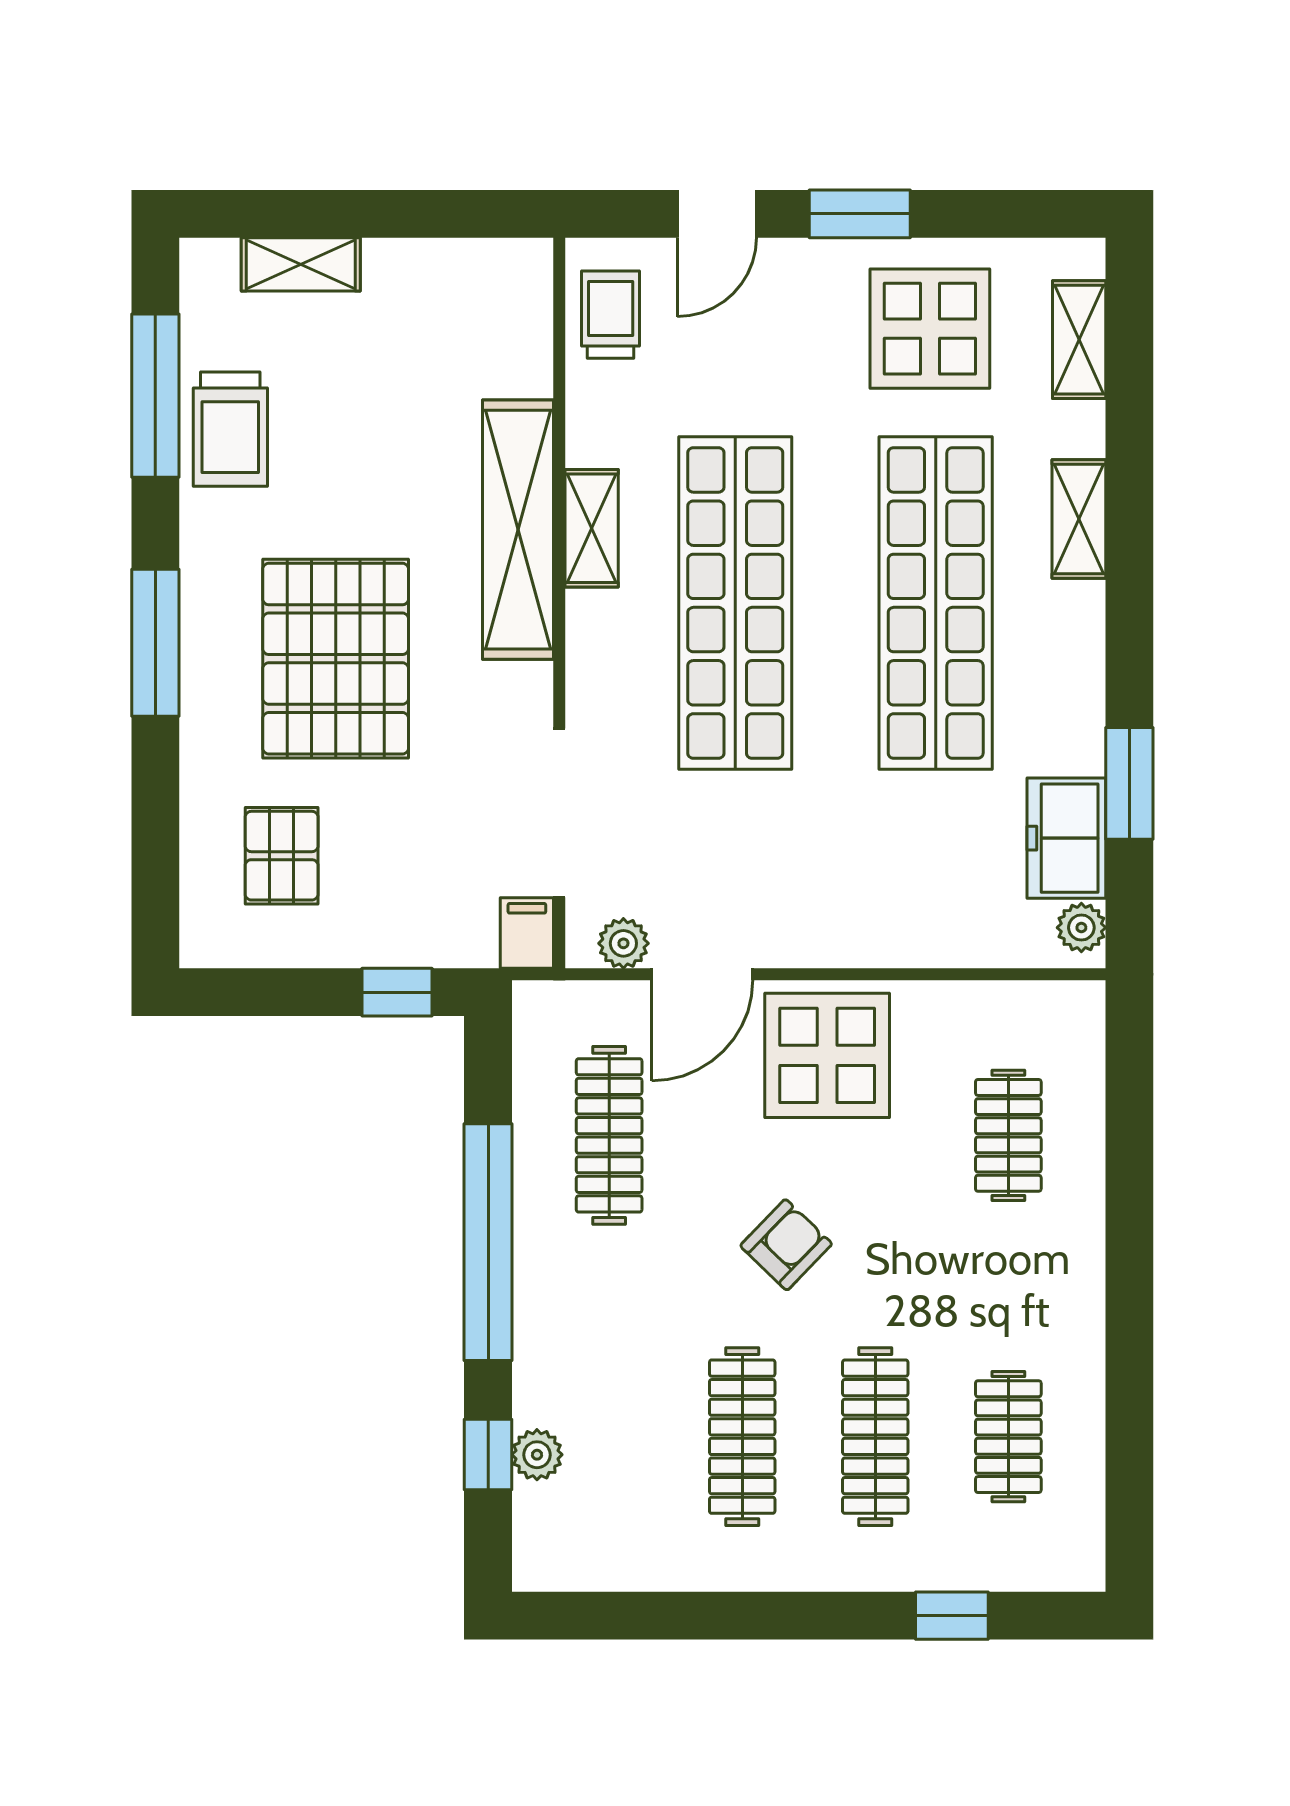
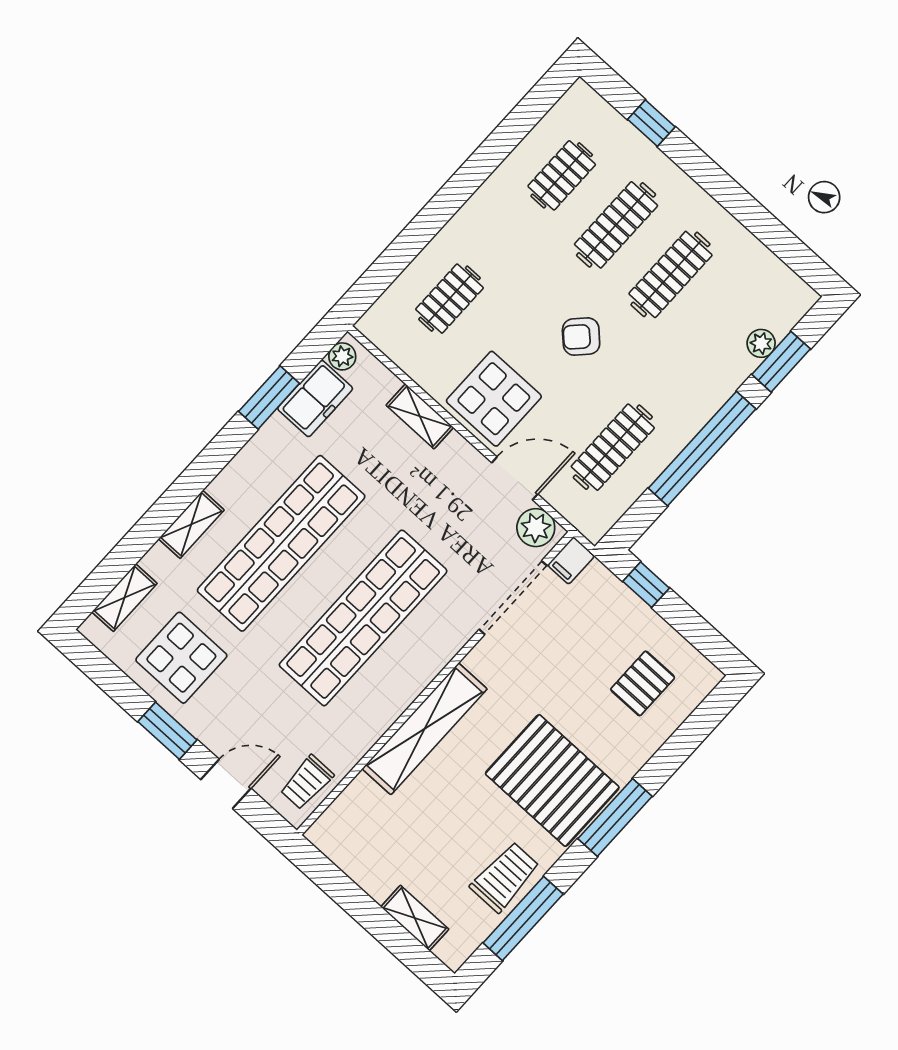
shelving: (592, 528) -> (420, 416), moved, turned 90
pallet: (336, 659) -> (552, 780), moved, turned 90
plant: (623, 943) -> (536, 528), width x1.38, depth x1.38
window: (488, 1455) -> (781, 362), width x1.50

